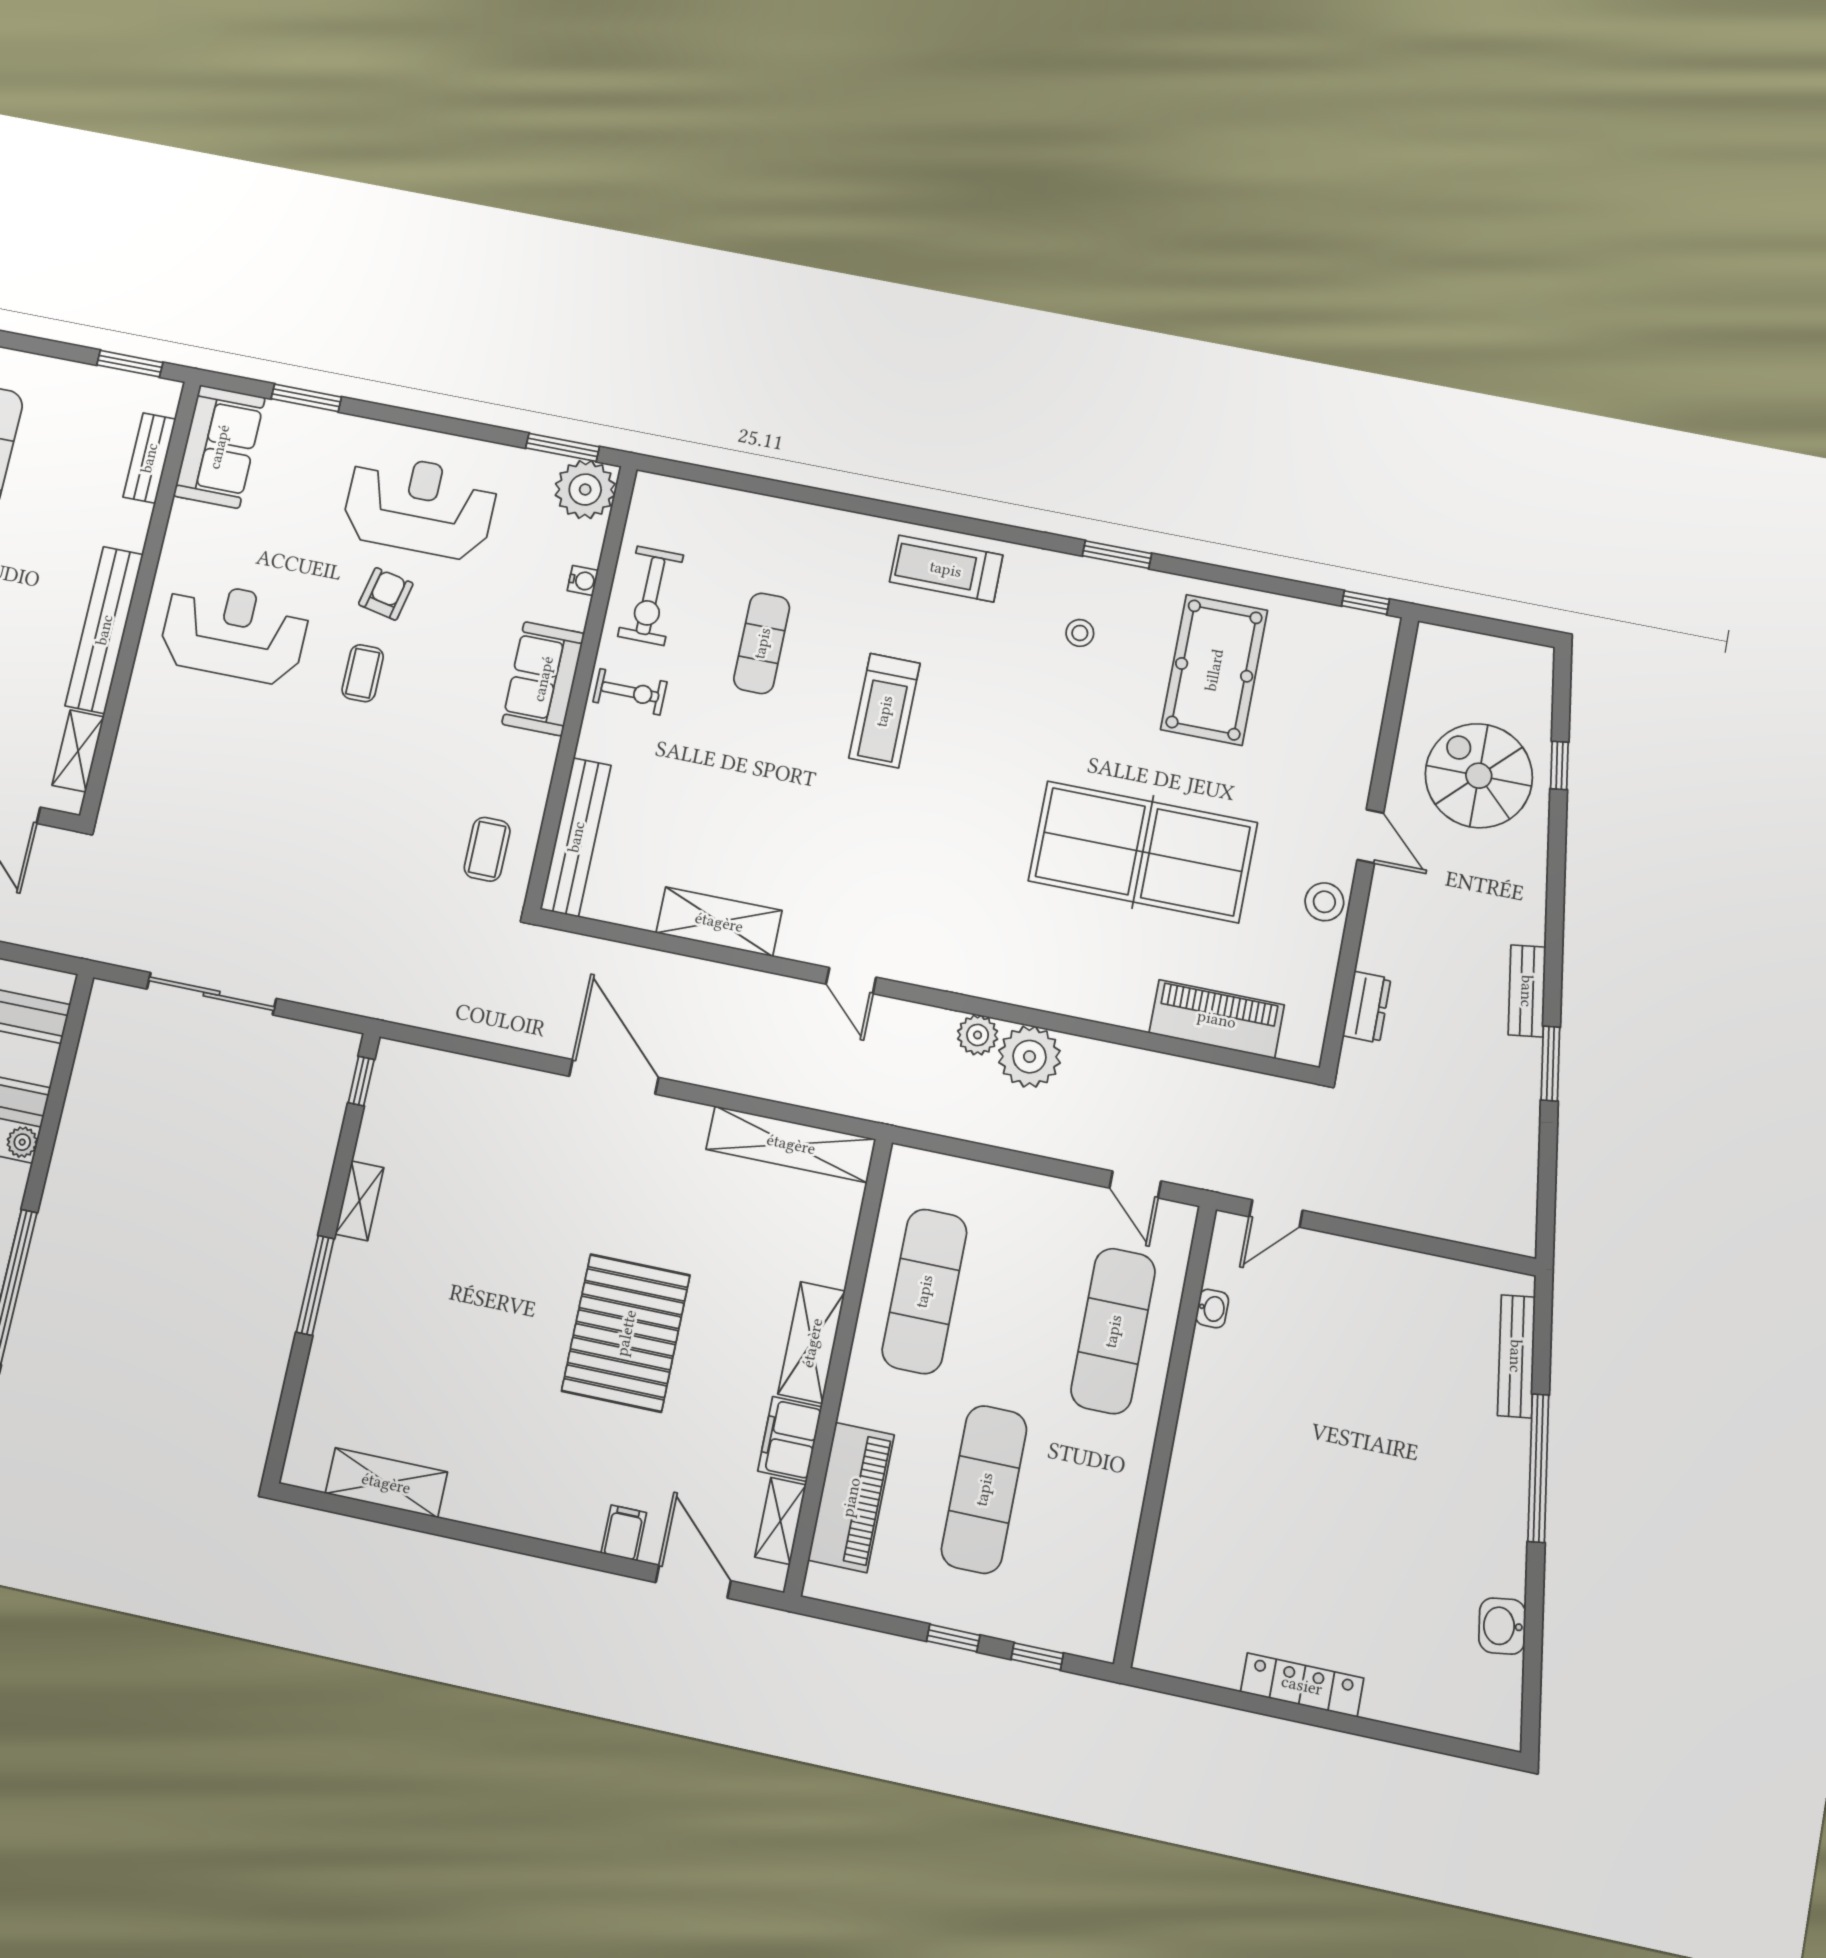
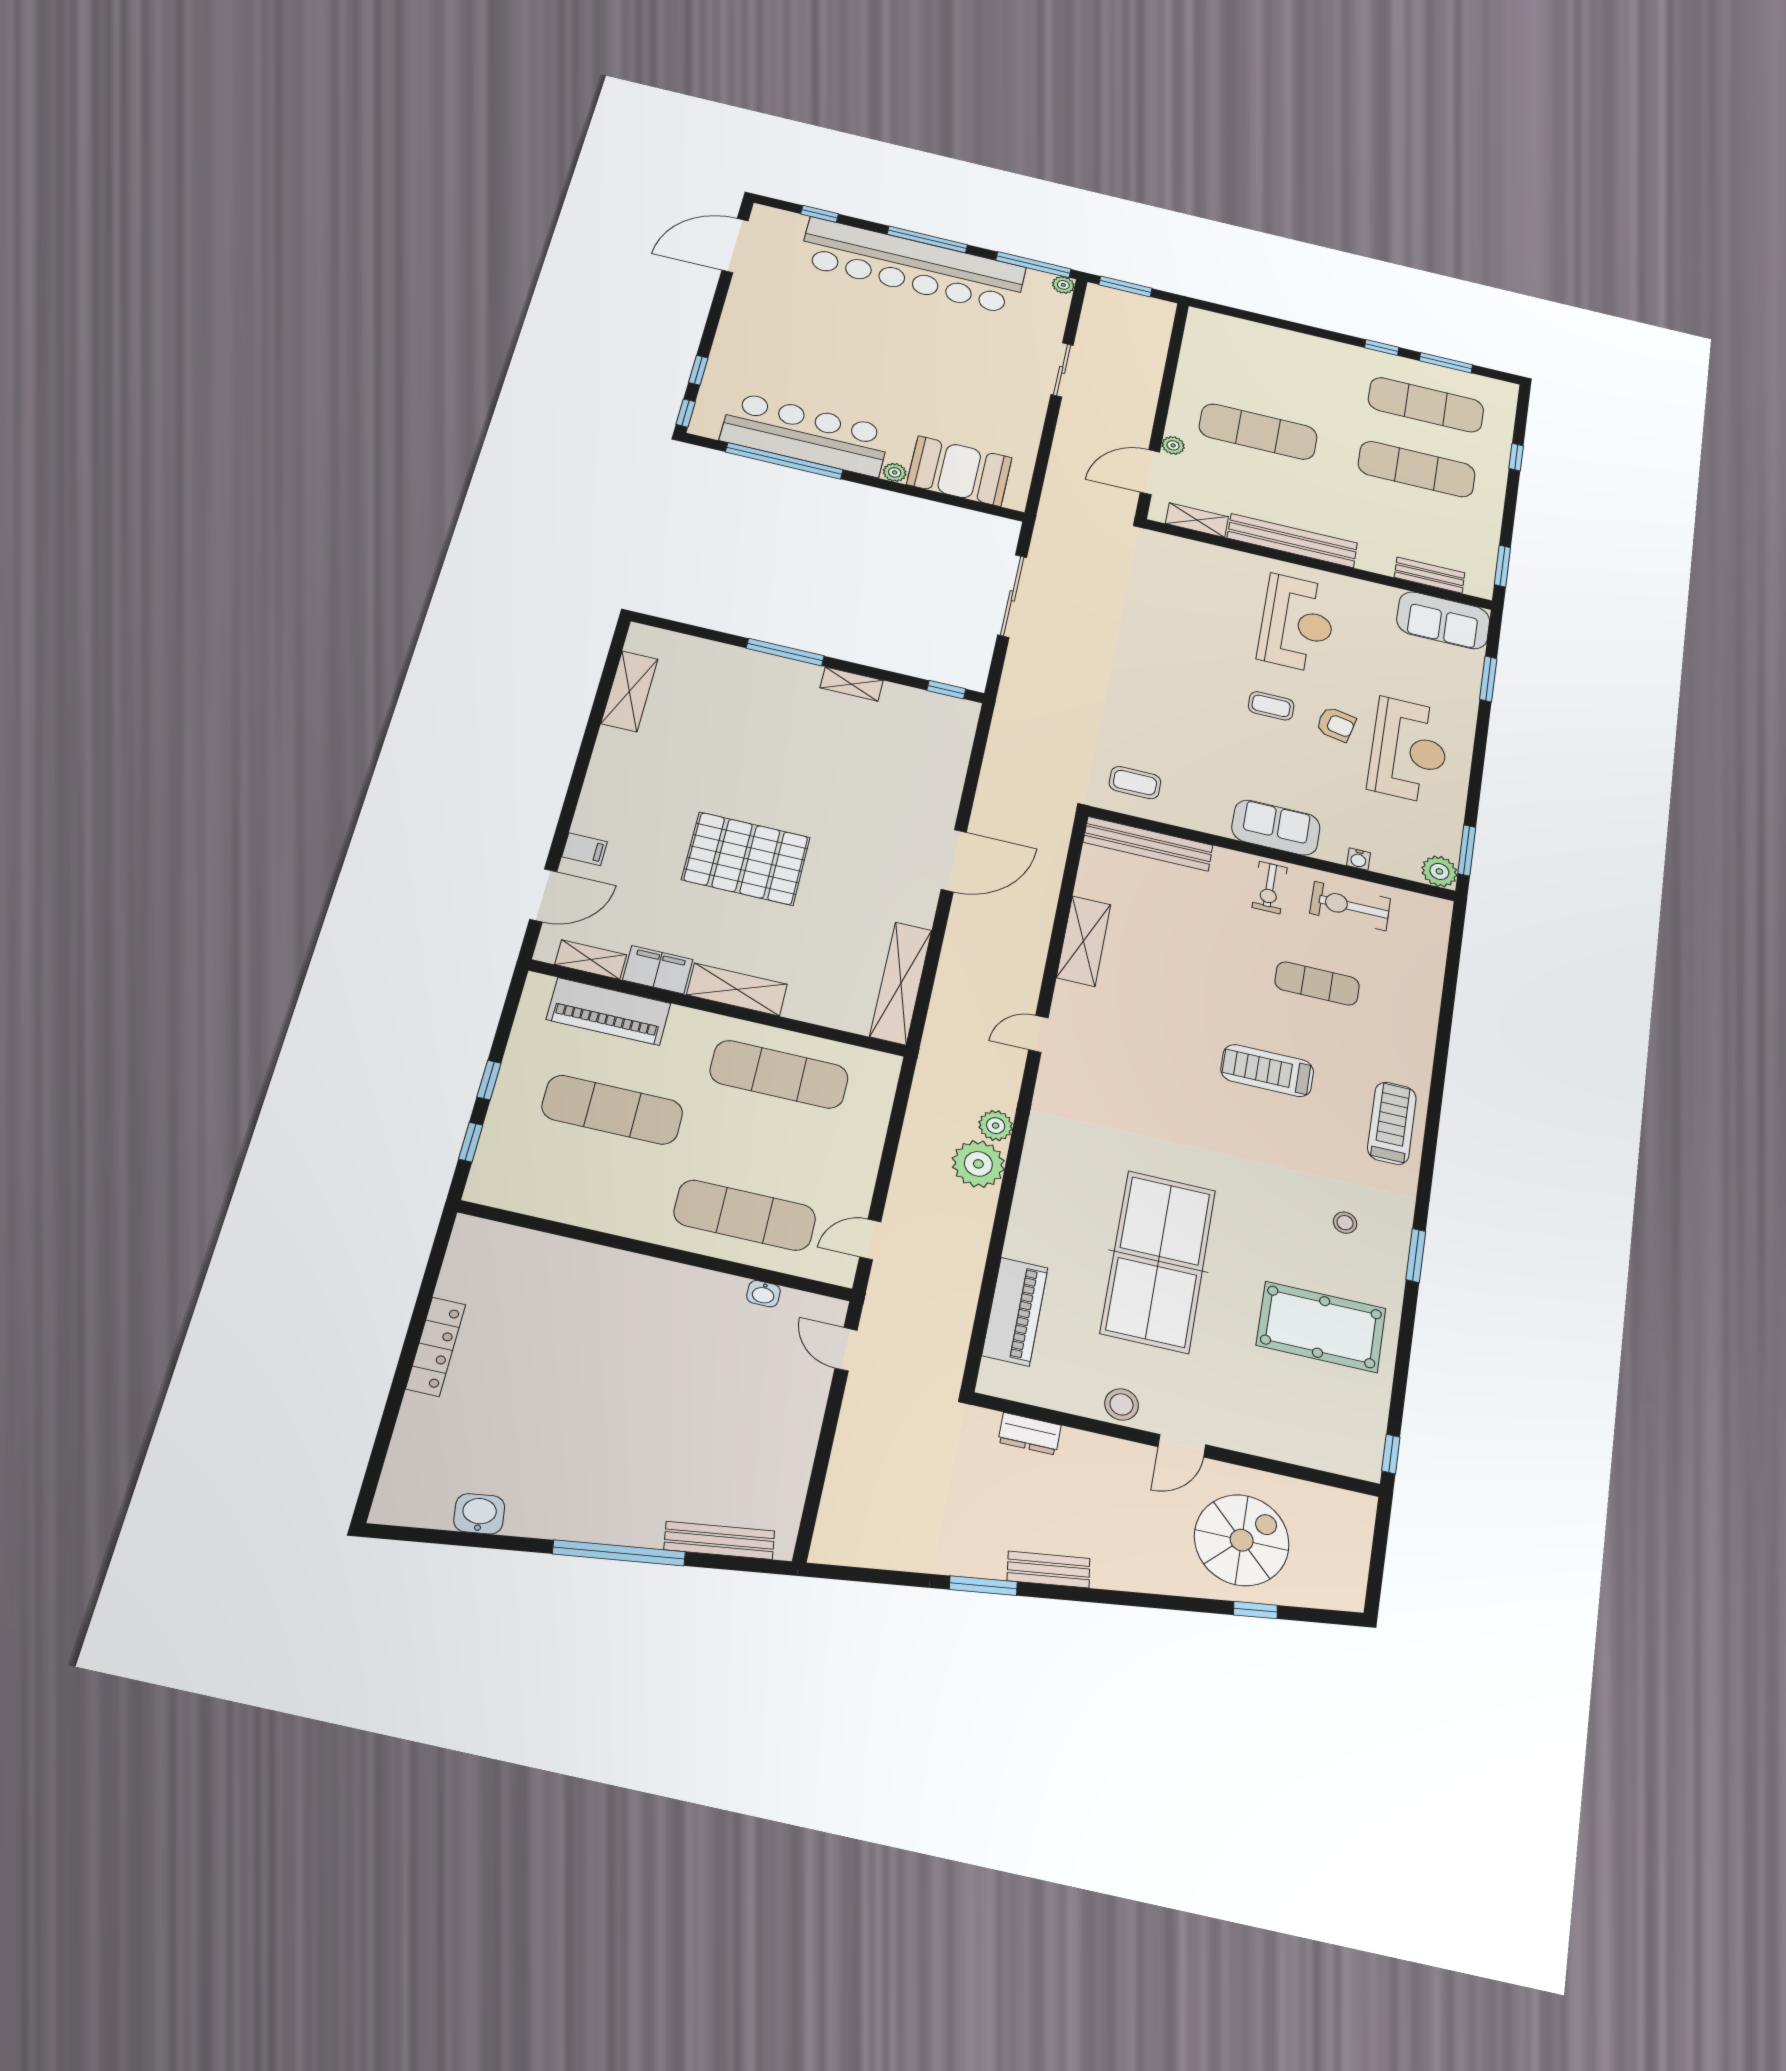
plant: (585, 490) -> (1439, 871), width x0.73, depth x0.73

